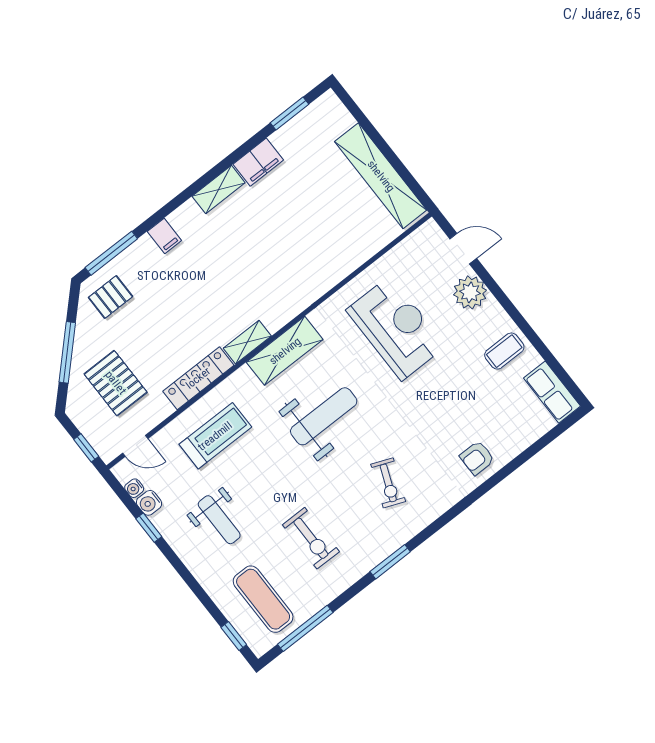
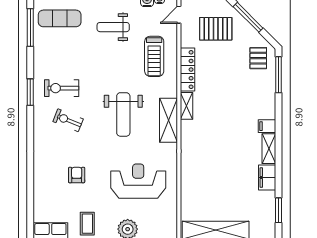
filing cabinet: (164, 236) -> (267, 126), moved
reception desk: (396, 328) -> (138, 181), turned 180
armchair: (477, 458) -> (77, 175), moved
exercise bike: (311, 538) -> (62, 88), moved

